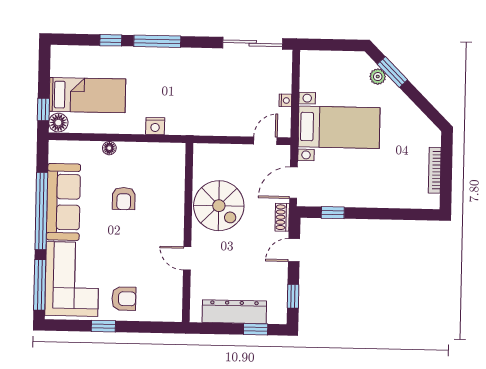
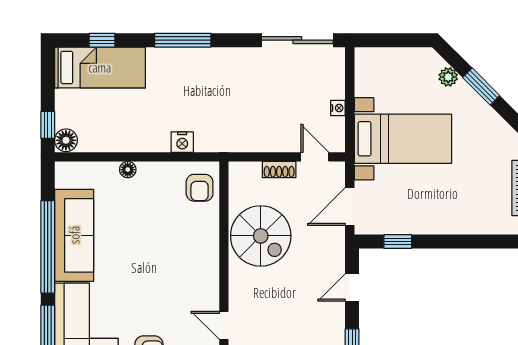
window: (111, 40) -> (102, 40), moved
window: (392, 72) -> (481, 87), moved
bed: (87, 95) -> (100, 67), moved
door: (265, 141) -> (315, 157), hinge flipped
armchair: (124, 199) -> (200, 188), moved
shoe rack: (282, 217) -> (279, 170), moved, turned -90
door: (187, 258) -> (224, 325), moved

